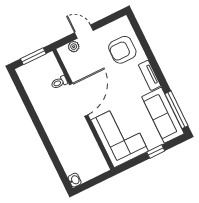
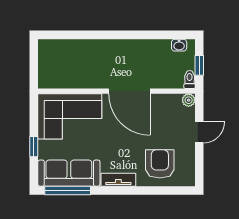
plant: (74, 47) -> (189, 100), moved
window: (33, 56) -> (199, 65), width x0.67
toilet: (59, 82) -> (190, 80), moved
washbasin: (75, 180) -> (179, 45), moved

